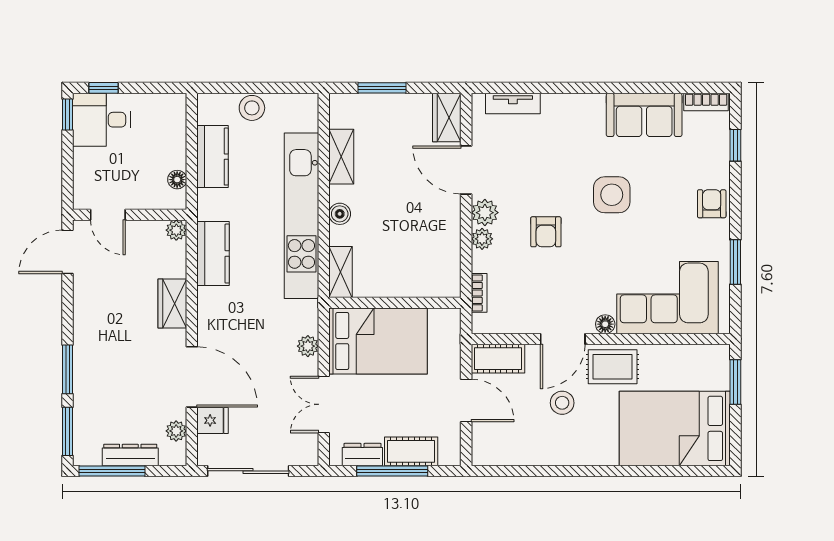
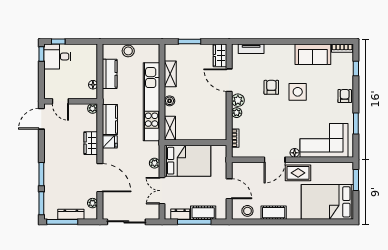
armchair: (546, 232) -> (271, 87), moved, turned 180
cot: (498, 359) -> (274, 213), moved
stool: (562, 403) -> (247, 211), moved
fridge: (213, 420) -> (110, 142), moved

